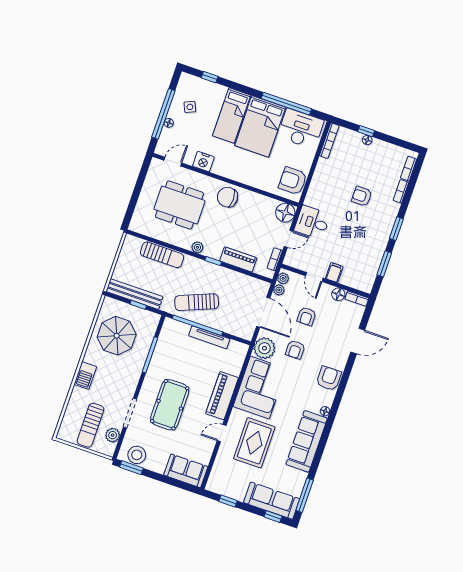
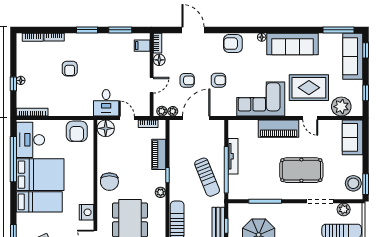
filing cabinet: (334, 273) -> (142, 46), moved
plant: (264, 348) -> (341, 107), moved

